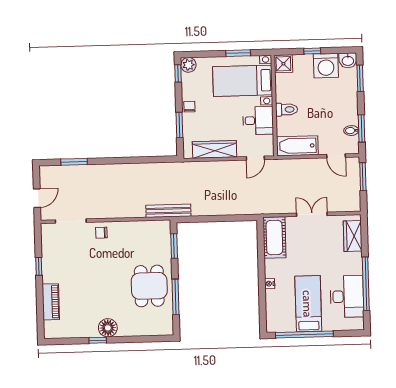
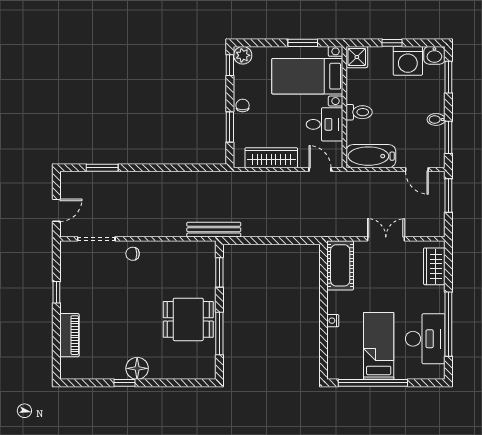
bidet: (351, 131) -> (436, 119), moved
door: (255, 158) -> (320, 170), swing flipped
dining table: (149, 286) -> (188, 319), turned 90

